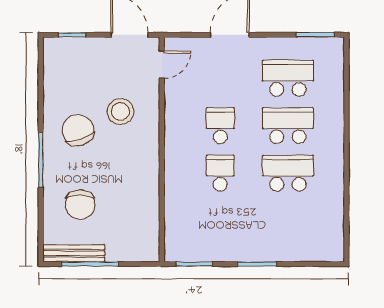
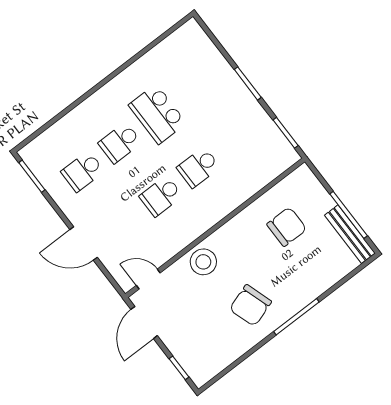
school desk: (288, 78) -> (83, 171), width x0.54
stool: (120, 111) -> (203, 262), moved
school desk: (288, 126) -> (120, 143), width x0.54
chair: (80, 205) -> (287, 227), moved

